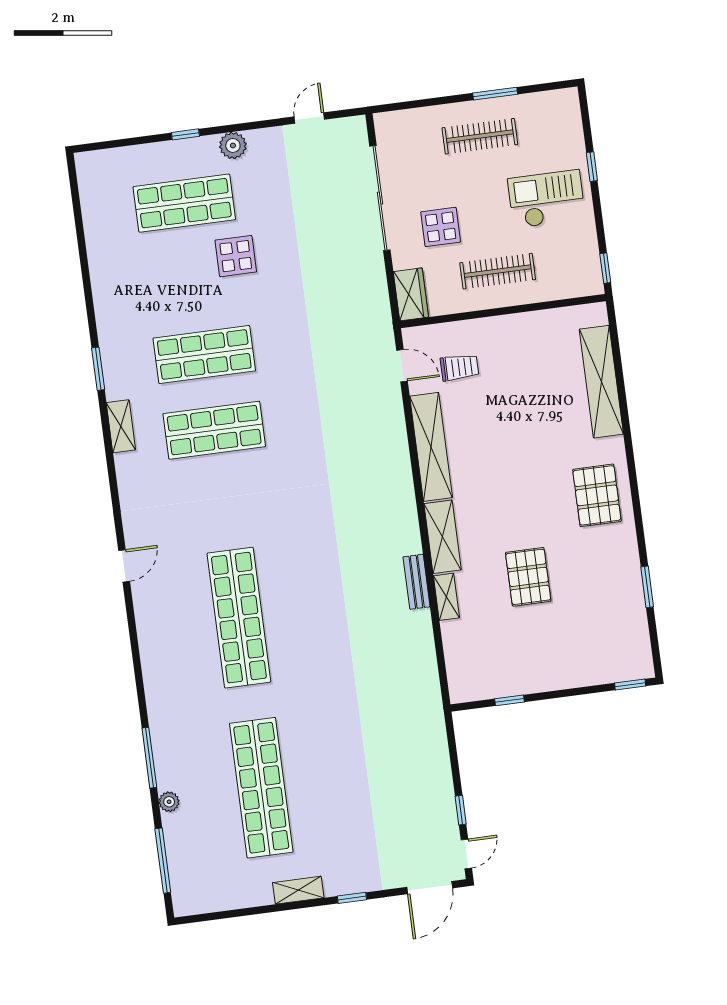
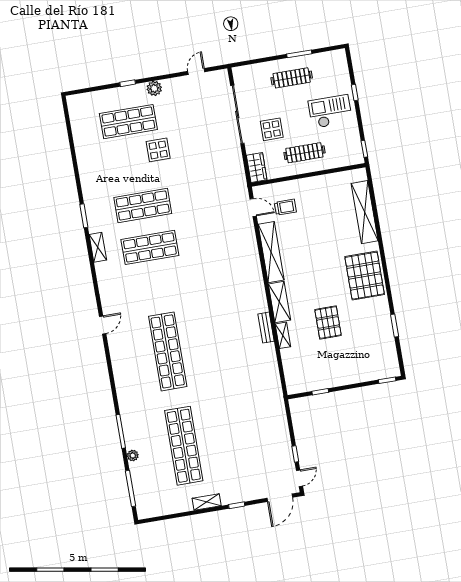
pallet: (597, 495) -> (365, 276), width x1.37, depth x1.41

